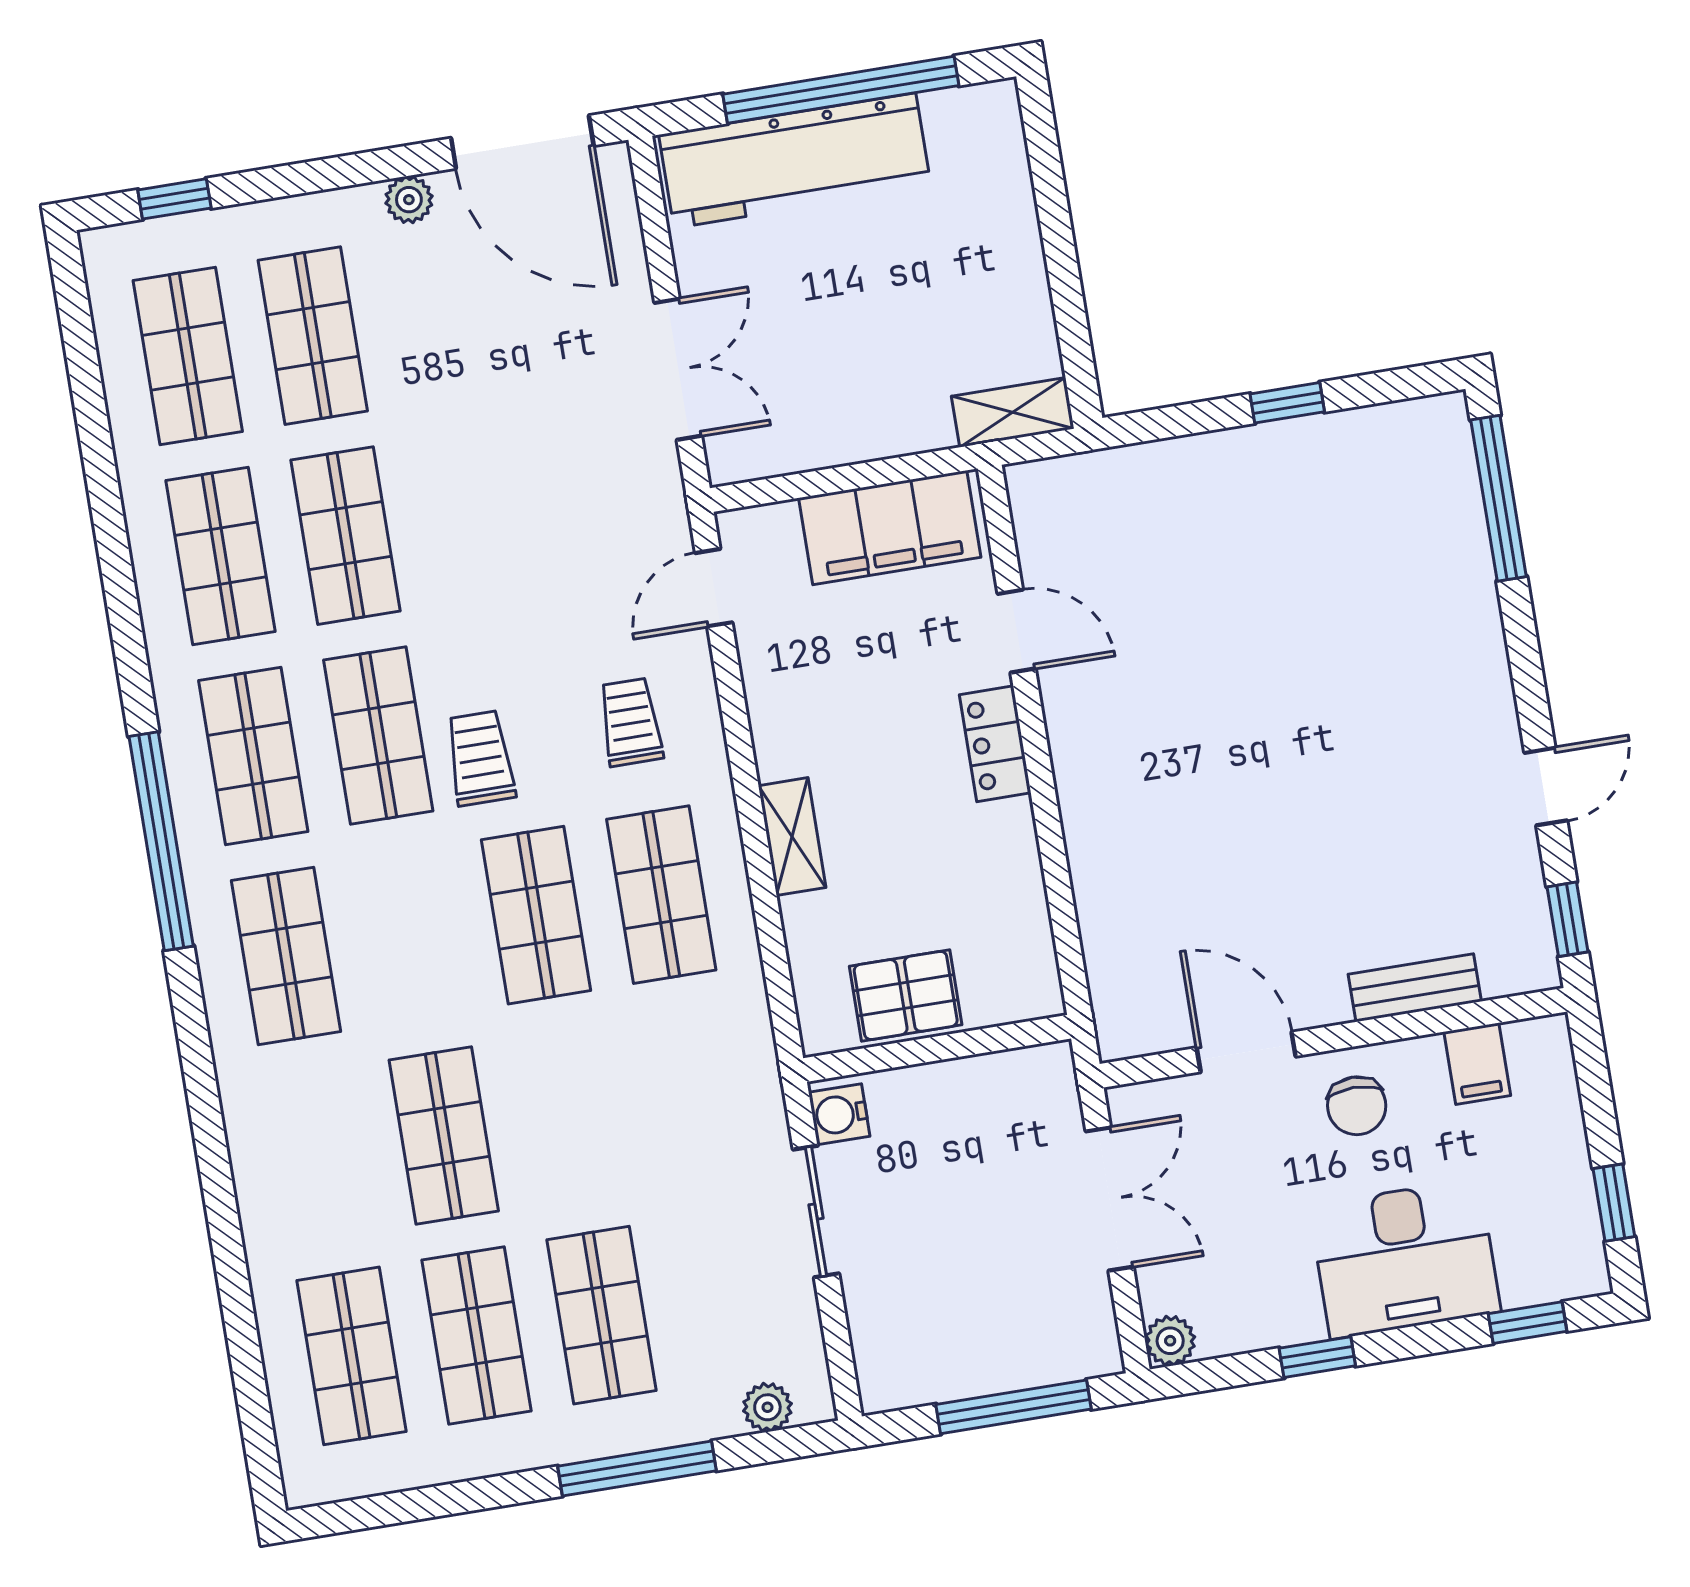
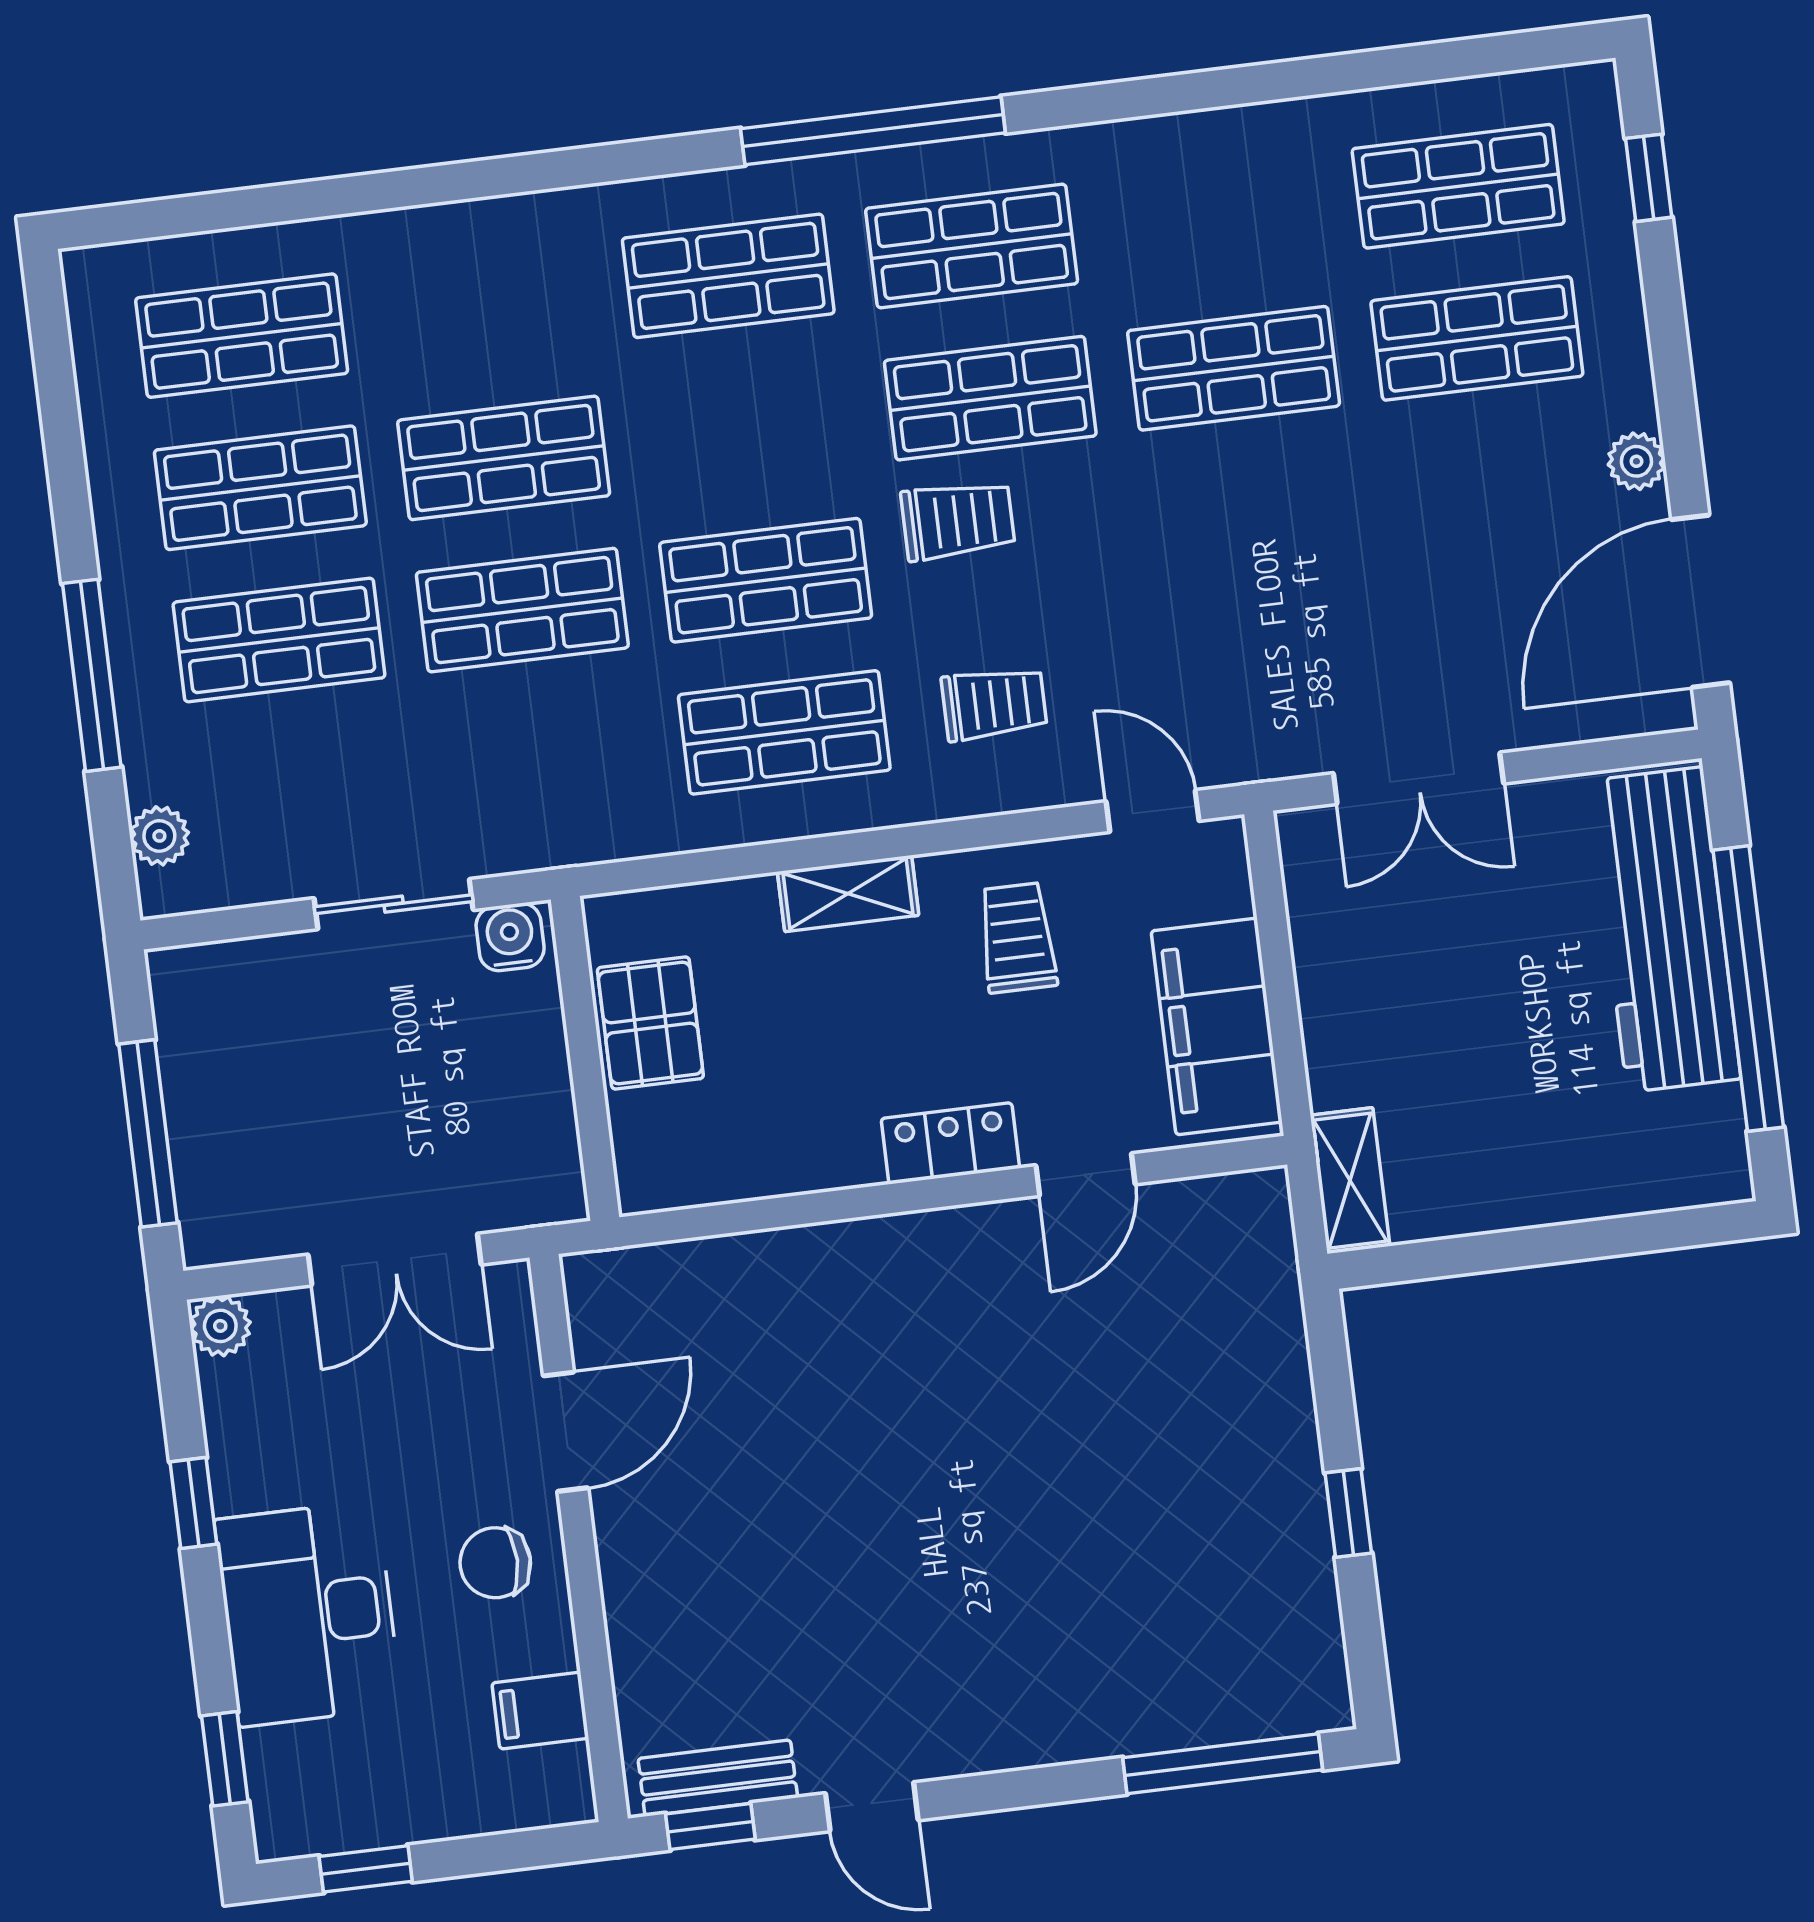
shop shelf: (220, 556) -> (522, 610), moved
trolley: (823, 695) -> (1017, 938), added
bench: (1415, 988) -> (718, 1778), moved, turned 90

